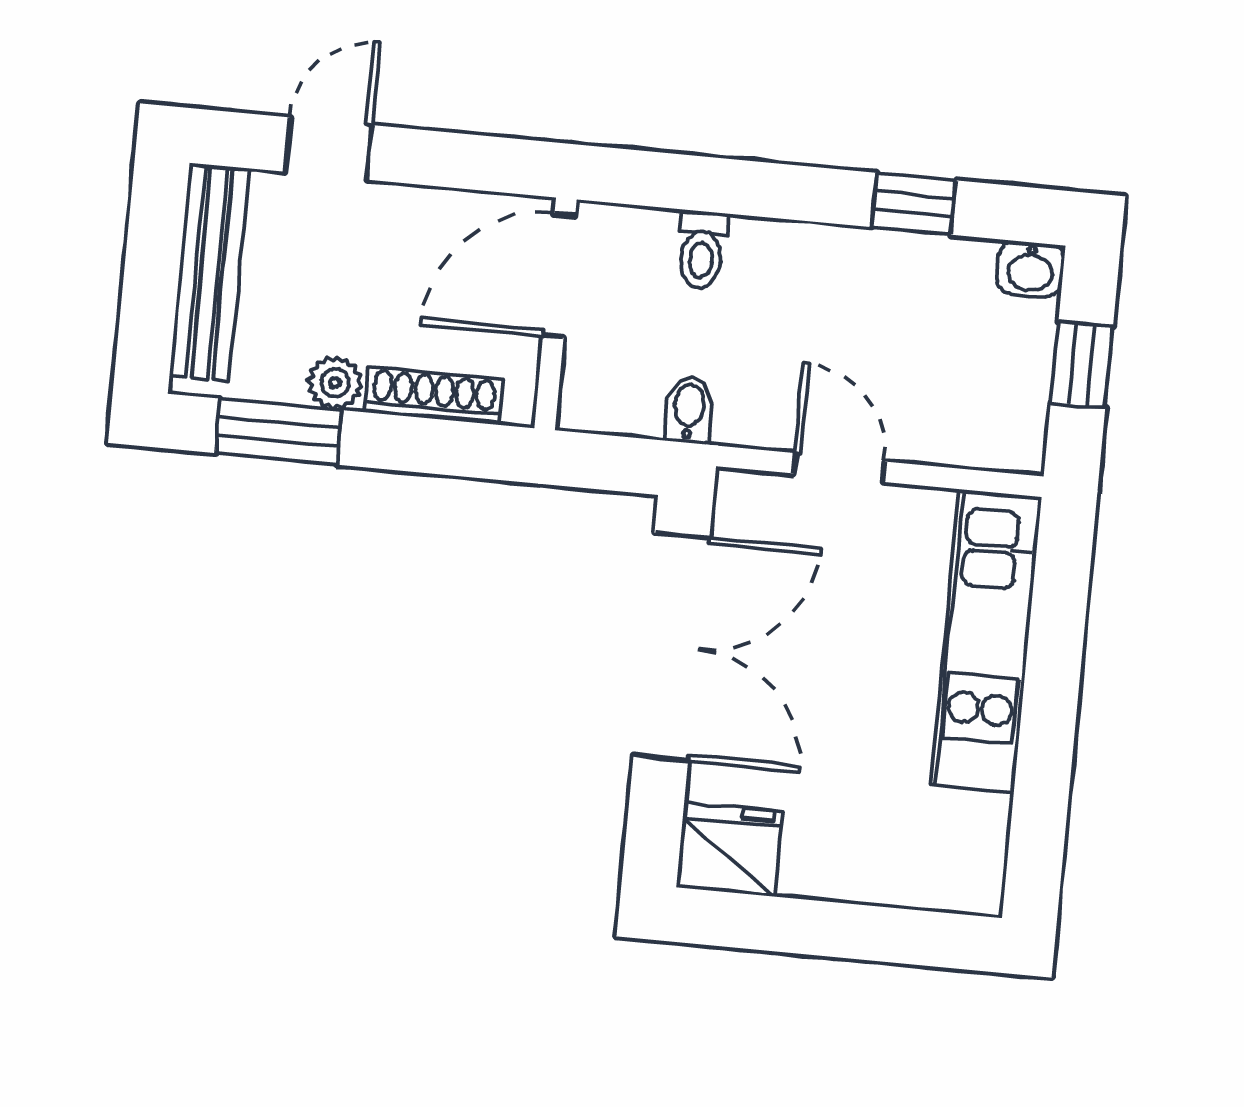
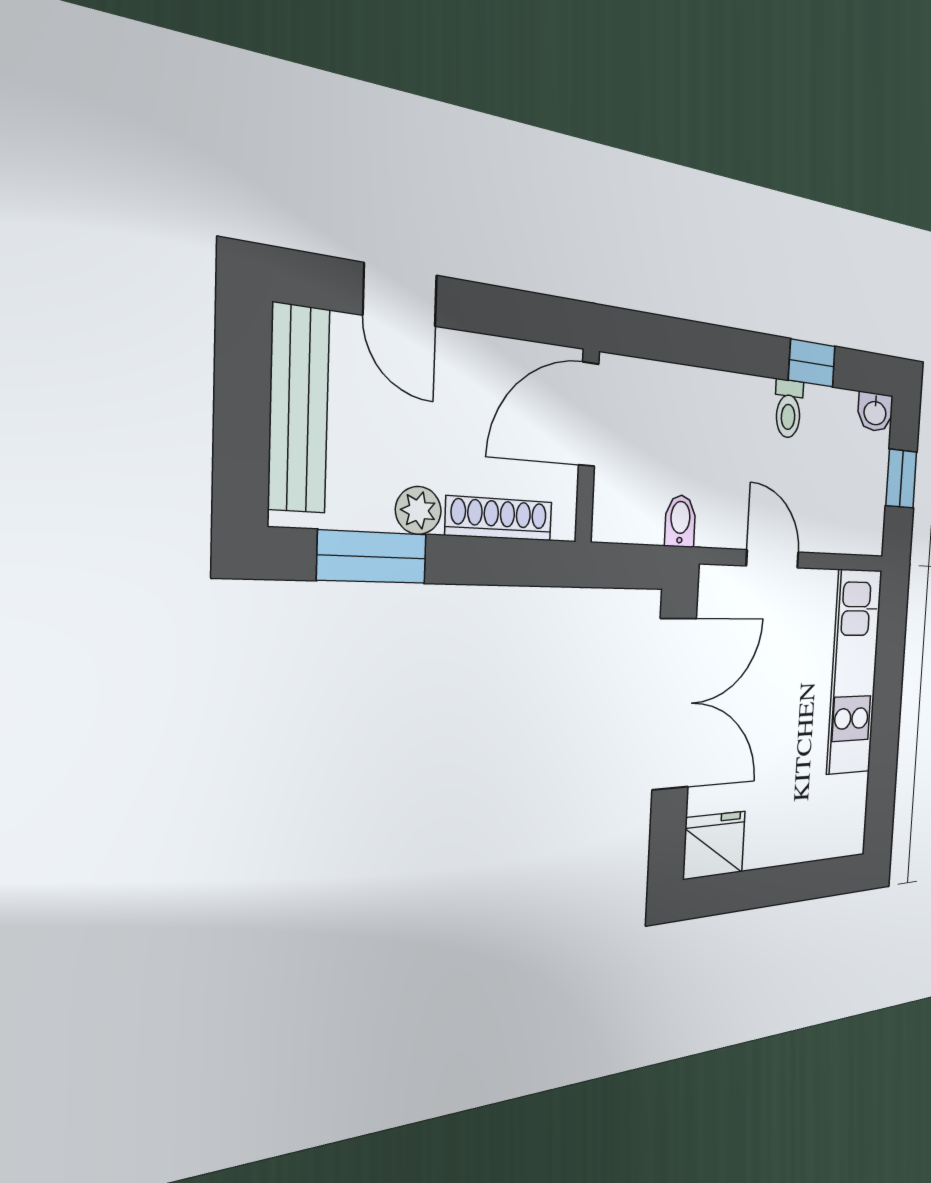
door: (328, 148) -> (400, 295), swing flipped
toilet: (702, 250) -> (788, 409), moved

